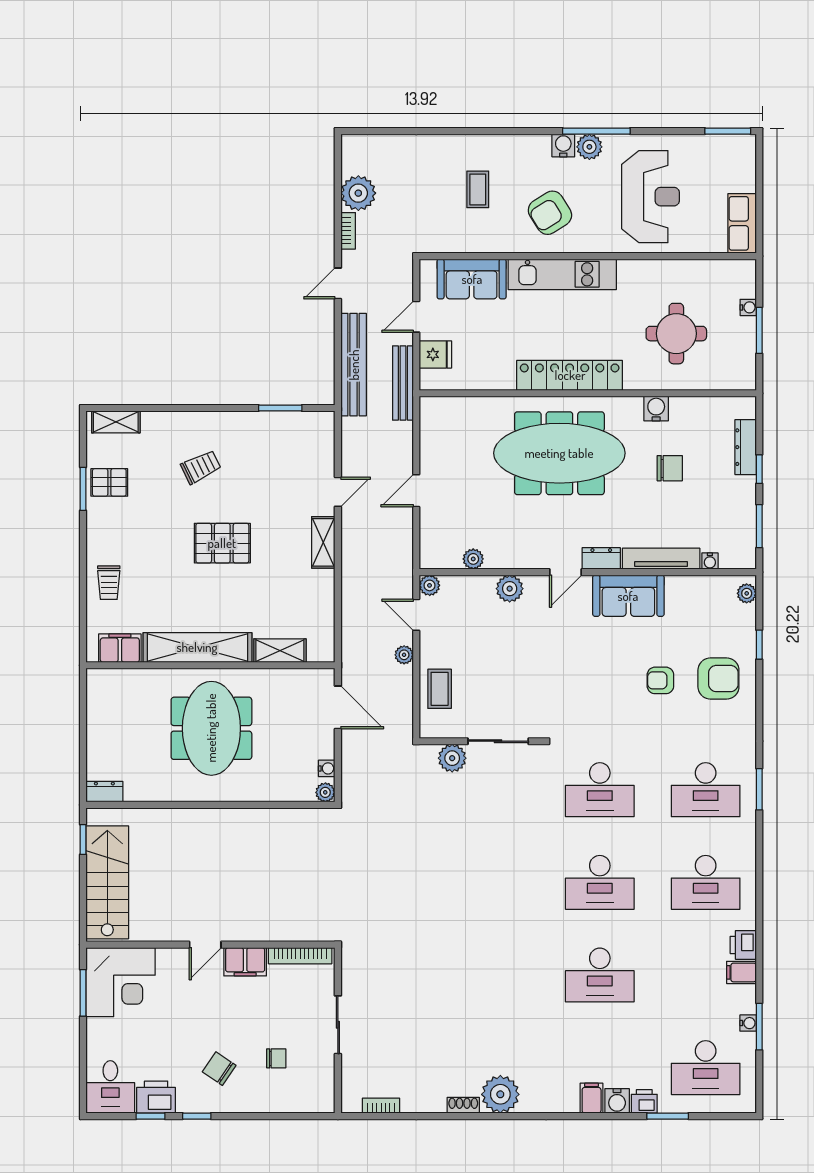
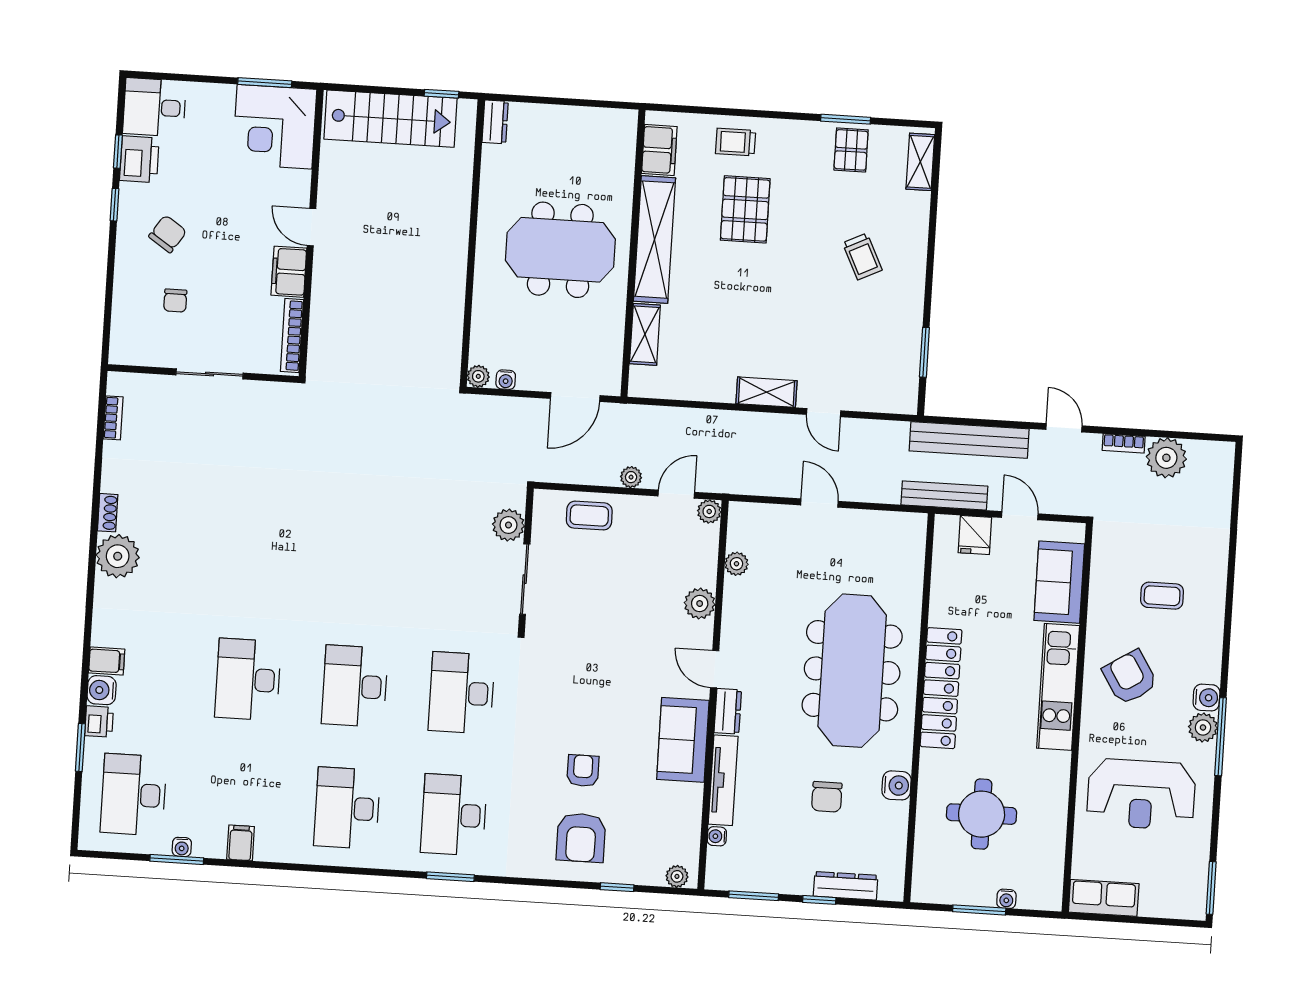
pallet: (222, 543) -> (745, 209), moved
printer: (743, 945) -> (272, 847), removed

